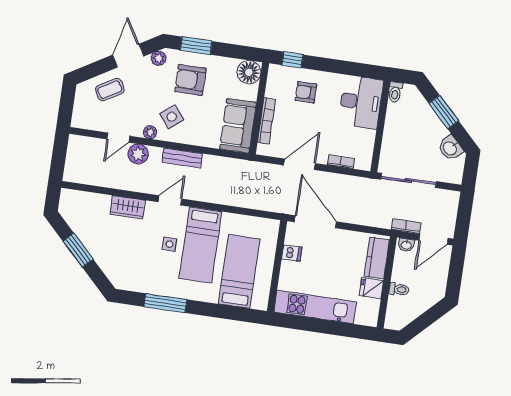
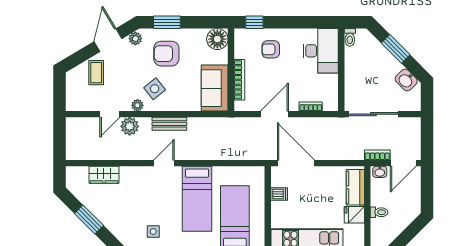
coffee table: (110, 90) -> (96, 73), turned -60
wardrobe: (128, 207) -> (104, 175), moved
side table: (170, 244) -> (153, 232), moved

